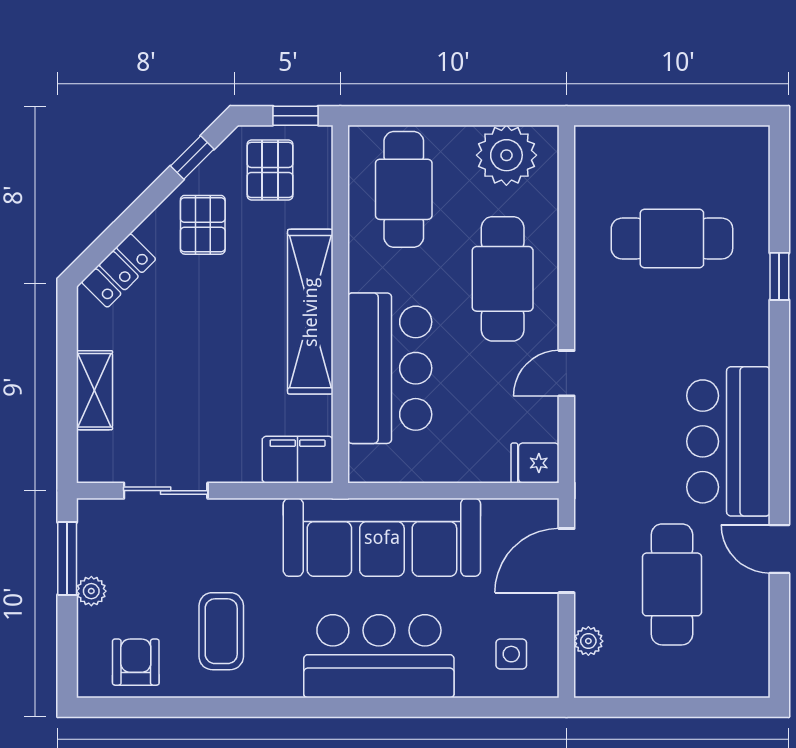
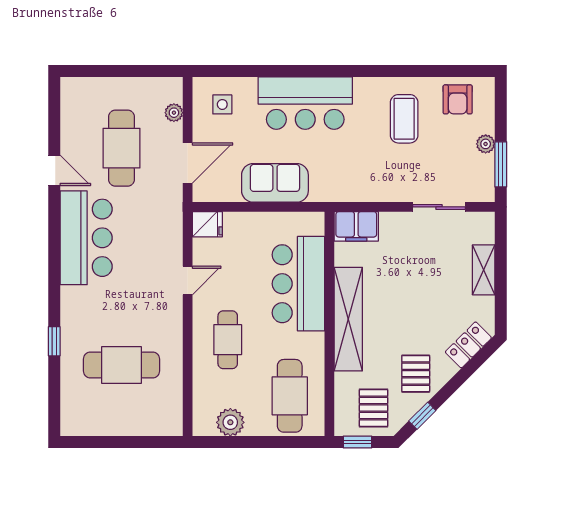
plant: (506, 155) -> (230, 422), width x0.73, depth x0.73
cafe table: (503, 279) -> (228, 340), width x0.73, depth x0.74
sofa: (382, 537) -> (275, 183), width x0.54, depth x0.79

